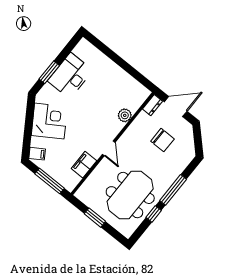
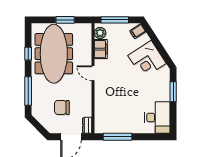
window: (133, 72) -> (117, 137), added
desk: (70, 76) -> (157, 118), moved
plant: (125, 115) -> (100, 33), moved
window: (173, 190) -> (28, 91), moved
meeting table: (130, 195) -> (54, 54), width x1.36

